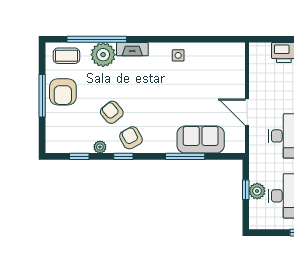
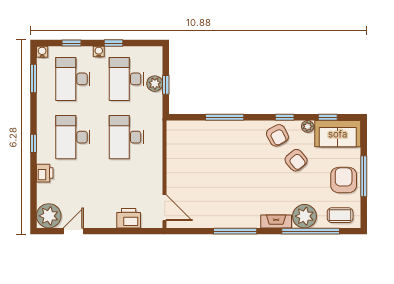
window: (174, 39) -> (235, 231), added
side table: (178, 55) -> (231, 215), removed
door: (247, 112) -> (165, 208), moved
sofa: (201, 140) -> (338, 134), moved

